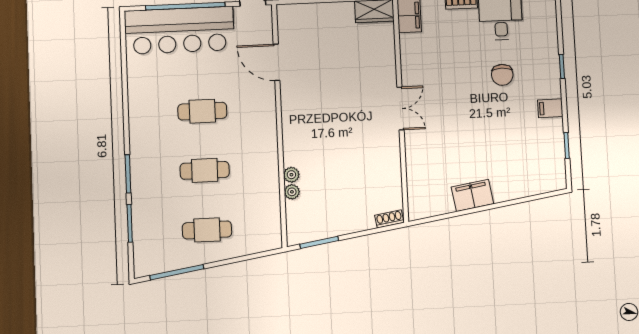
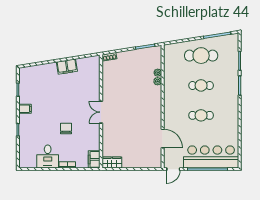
chair: (502, 75) -> (66, 129), moved
cafe table: (207, 230) -> (201, 56), width x1.37, depth x1.35

